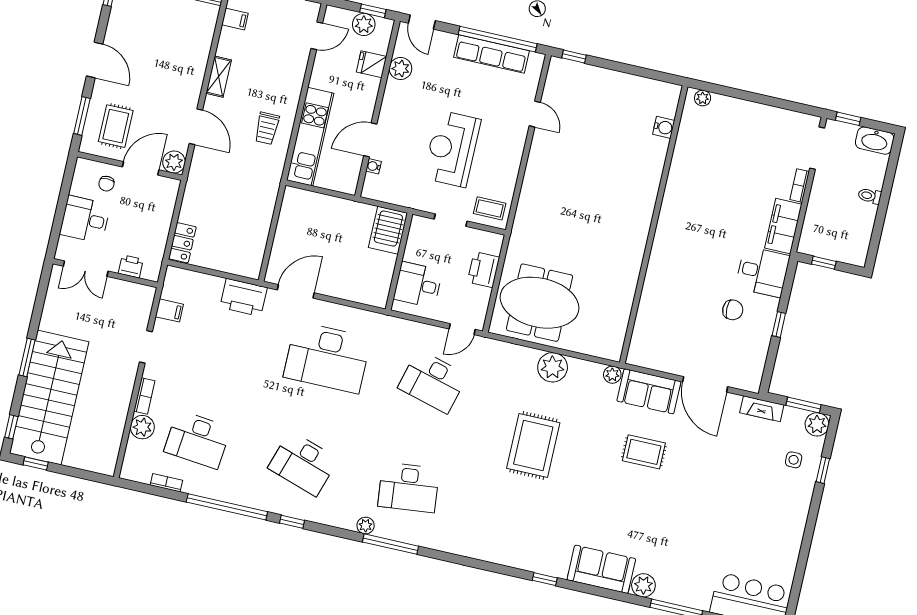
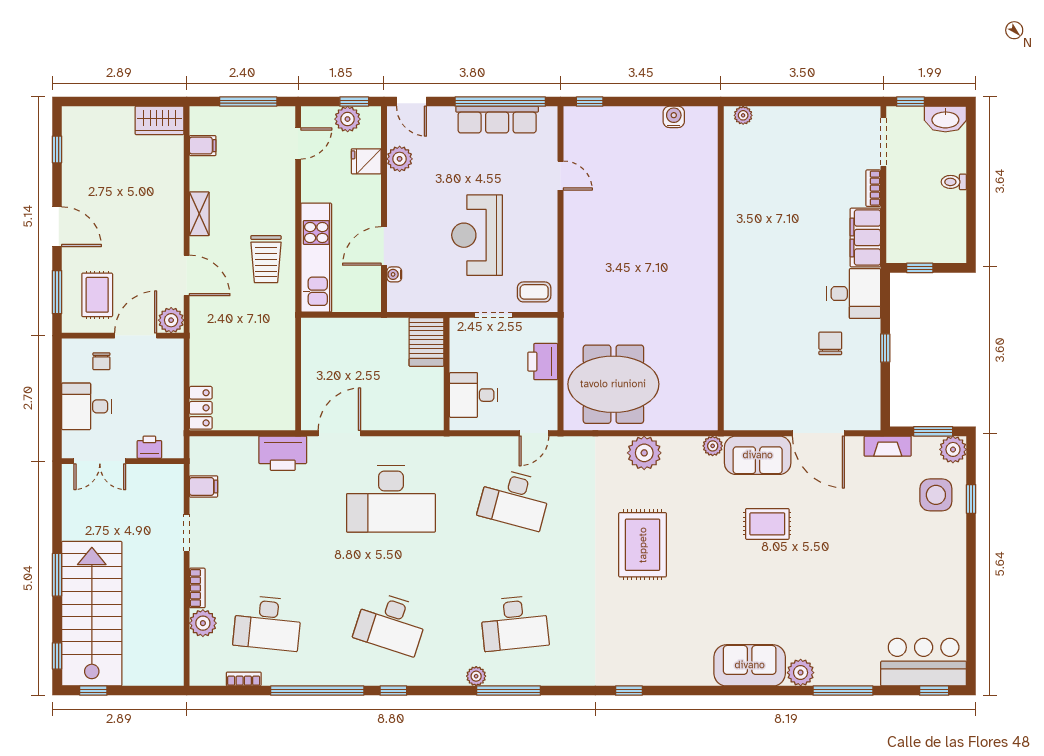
water cooler: (664, 127) -> (674, 117), moved, turned -90
trolley: (267, 128) -> (266, 259), width x1.36, depth x1.39
chair: (733, 310) -> (830, 343), turned -90
side table: (794, 460) -> (936, 495), width x1.87, depth x1.87
window: (545, 579) -> (629, 691), moved

